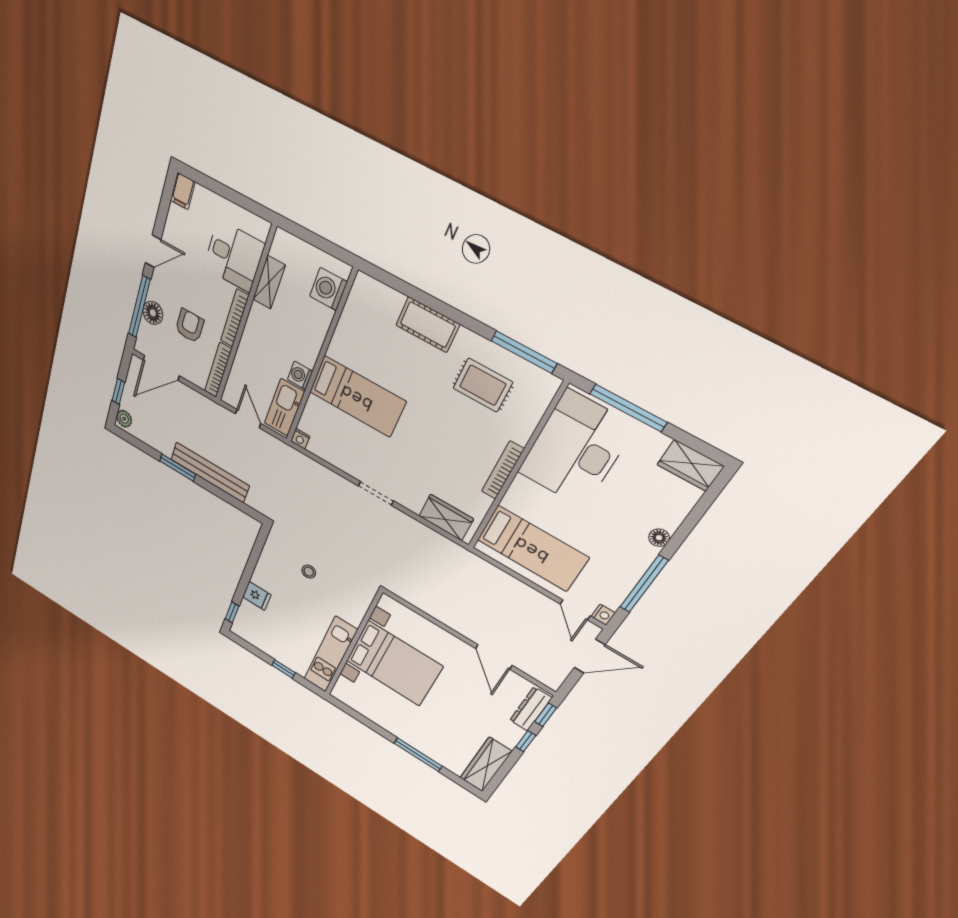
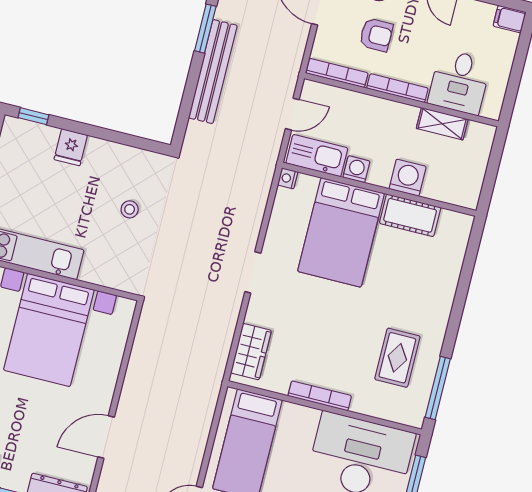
washing machine: (328, 289) -> (408, 178), moved
cot: (428, 325) -> (410, 215), moved, turned 90
bed: (357, 397) -> (341, 232), width x1.50

